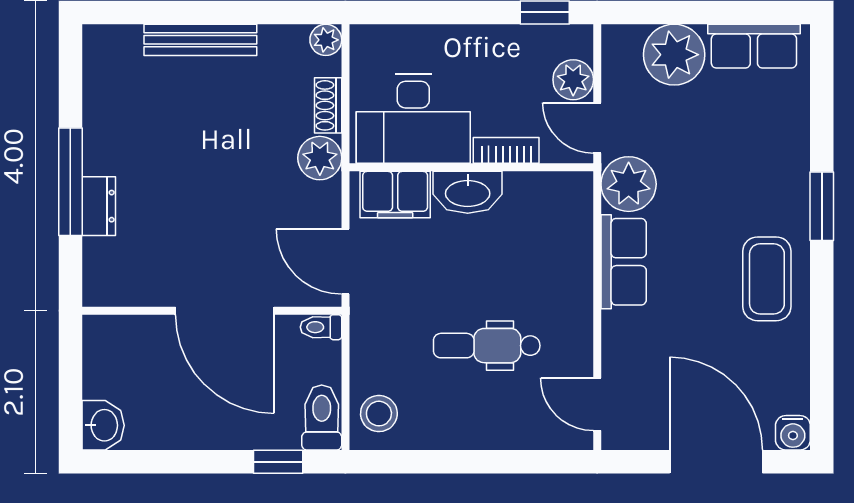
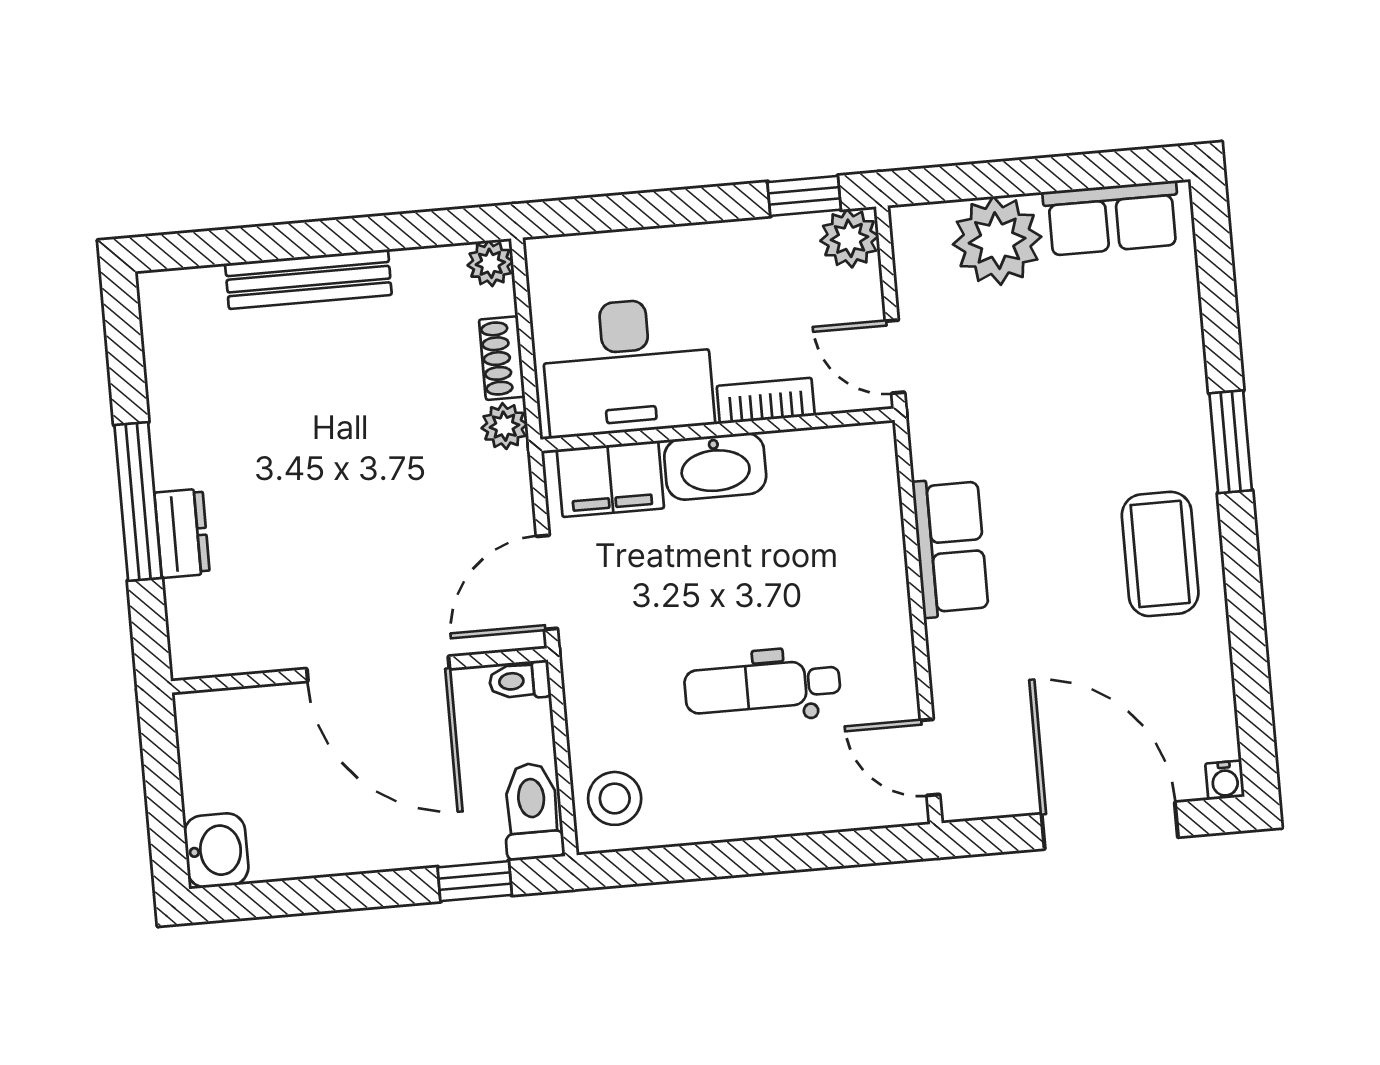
plant: (573, 80) -> (849, 238), moved
plant: (320, 158) -> (504, 426), width x0.73, depth x0.73
plant: (629, 184) -> (948, 434), removed
door: (345, 262) -> (547, 582), hinge flipped
water cooler: (793, 433) -> (1225, 780), width x0.72, depth x0.72

